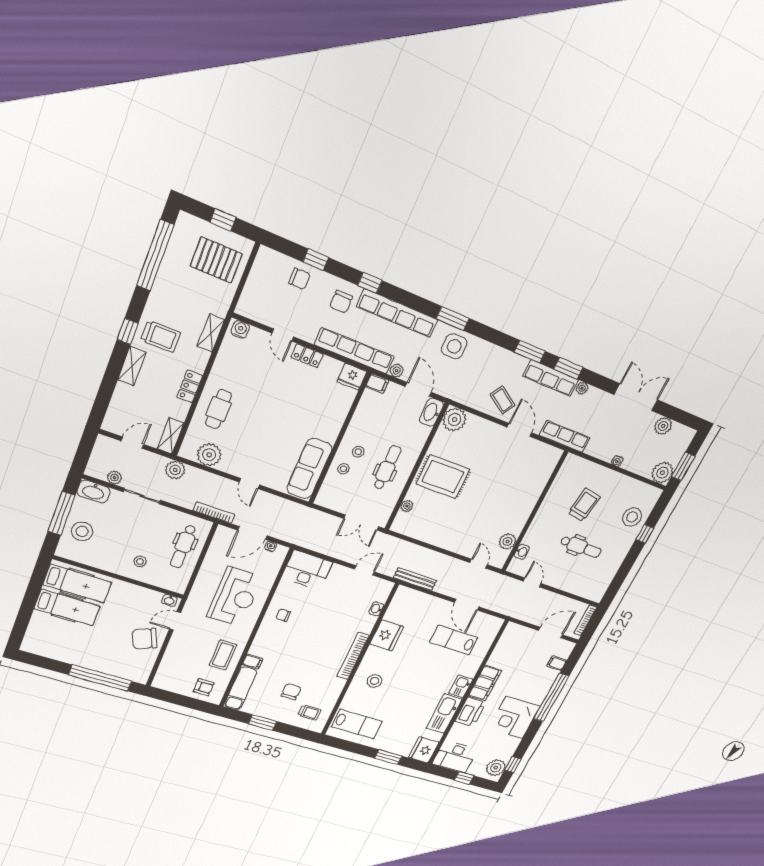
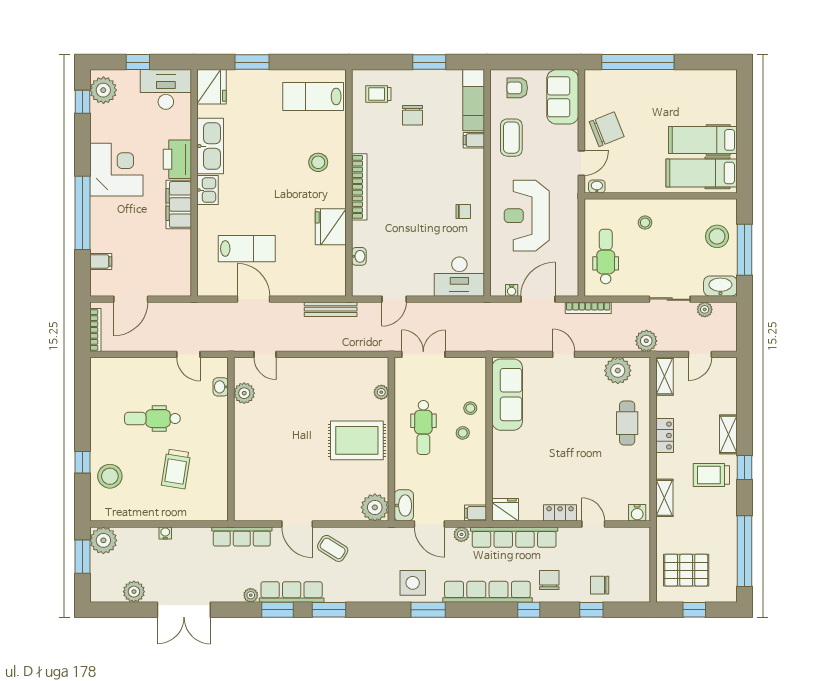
sofa: (171, 671) -> (563, 97), added

